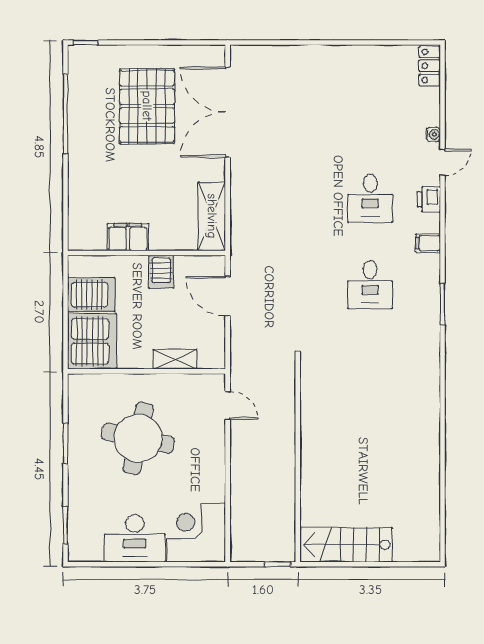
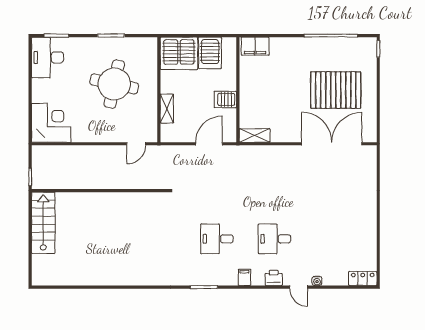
shelving: (212, 216) -> (255, 135), width x0.67, depth x0.75
filing cabinet: (128, 237) -> (255, 46), moved, turned 90
desk: (135, 538) -> (48, 57), moved

